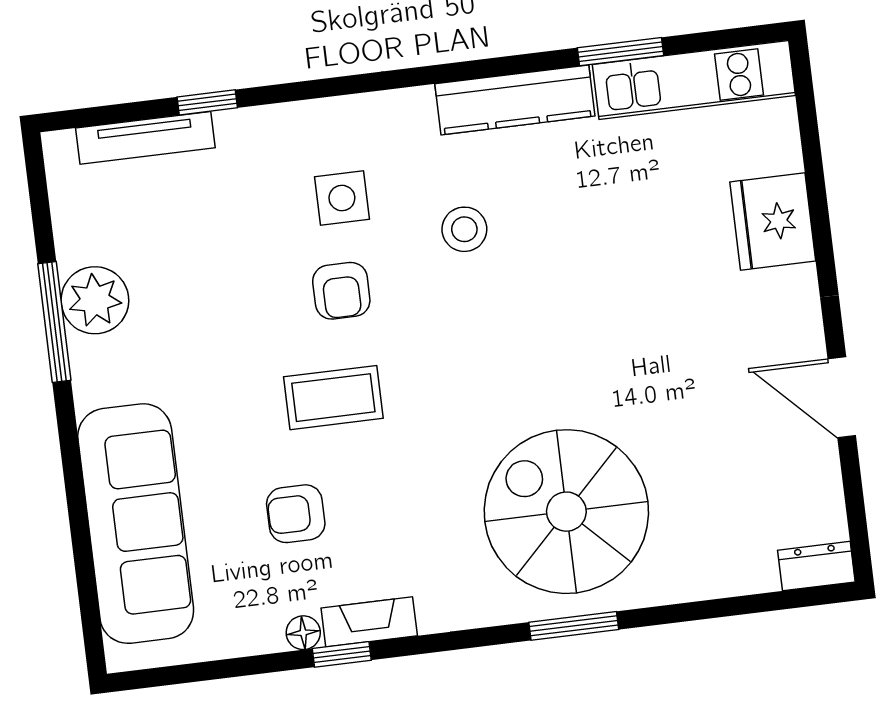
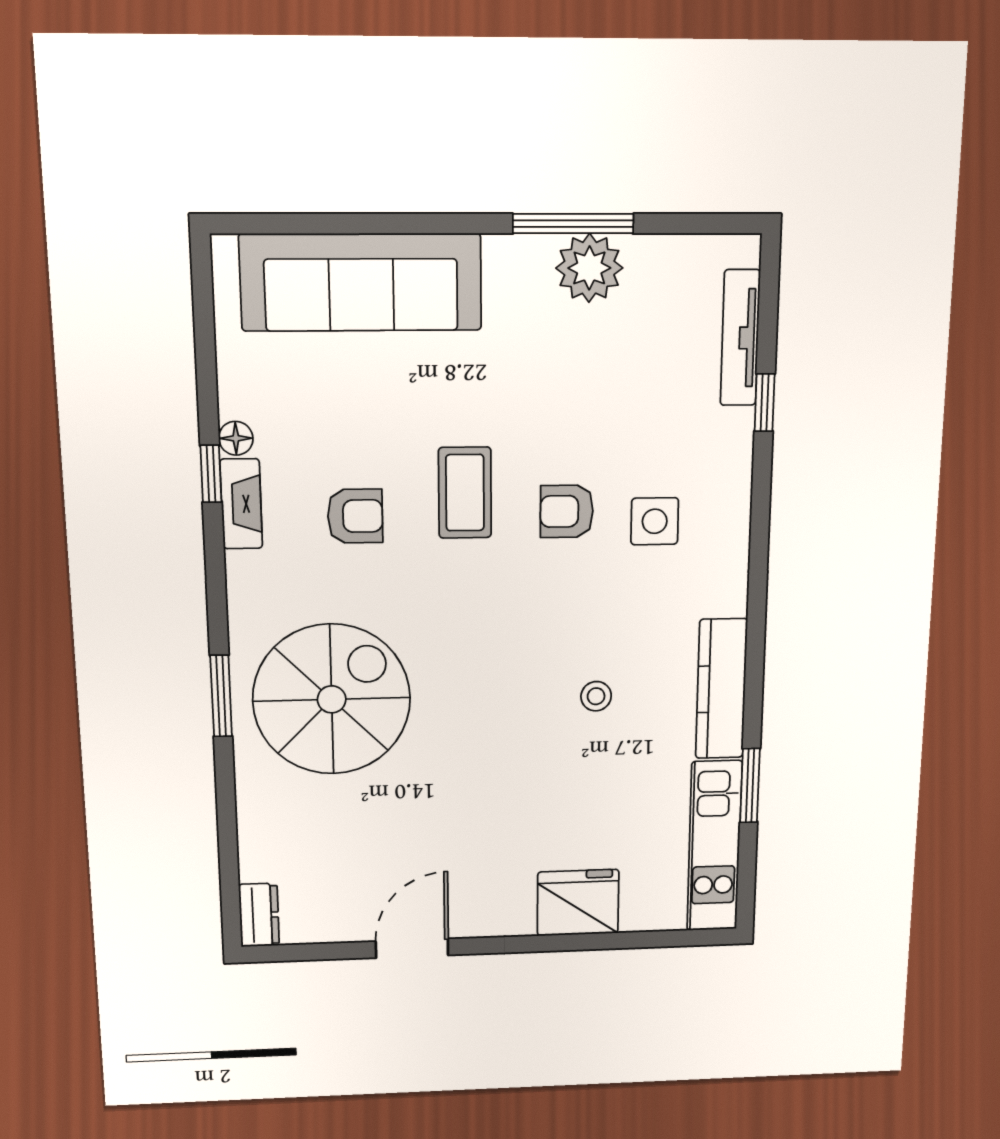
stool: (464, 229) -> (596, 696), moved, width x0.73, depth x0.73
armchair: (296, 514) -> (355, 516), moved, turned 90

